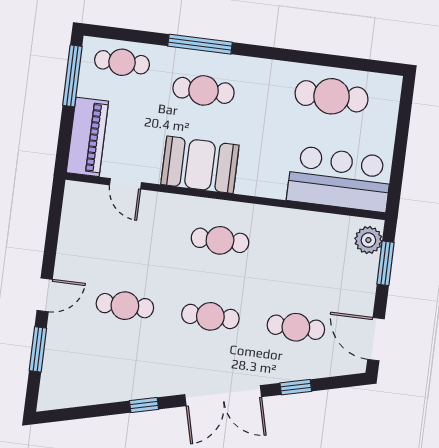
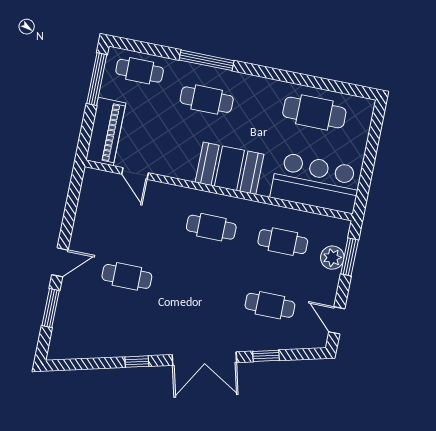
booth: (200, 165) -> (229, 168), moved
plant: (368, 240) -> (332, 258), moved
cafe table: (210, 316) -> (283, 242), moved
door: (376, 339) -> (337, 320), width x0.73

